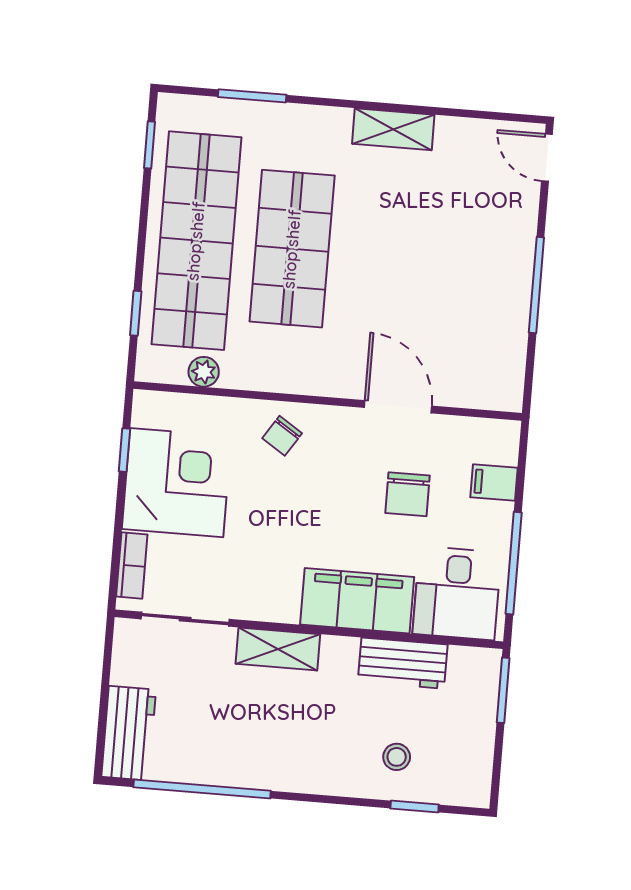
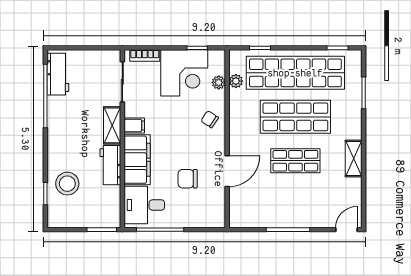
shop shelf: (388, 256) -> (295, 161), added
plant: (204, 409) -> (219, 82), added
filing cabinet: (494, 482) -> (134, 126), moved, turned 90
workbench: (403, 663) -> (110, 165), moved
workbench: (129, 733) -> (58, 74), moved, turned -90
stool: (397, 757) -> (67, 184), width x1.89, depth x1.89

